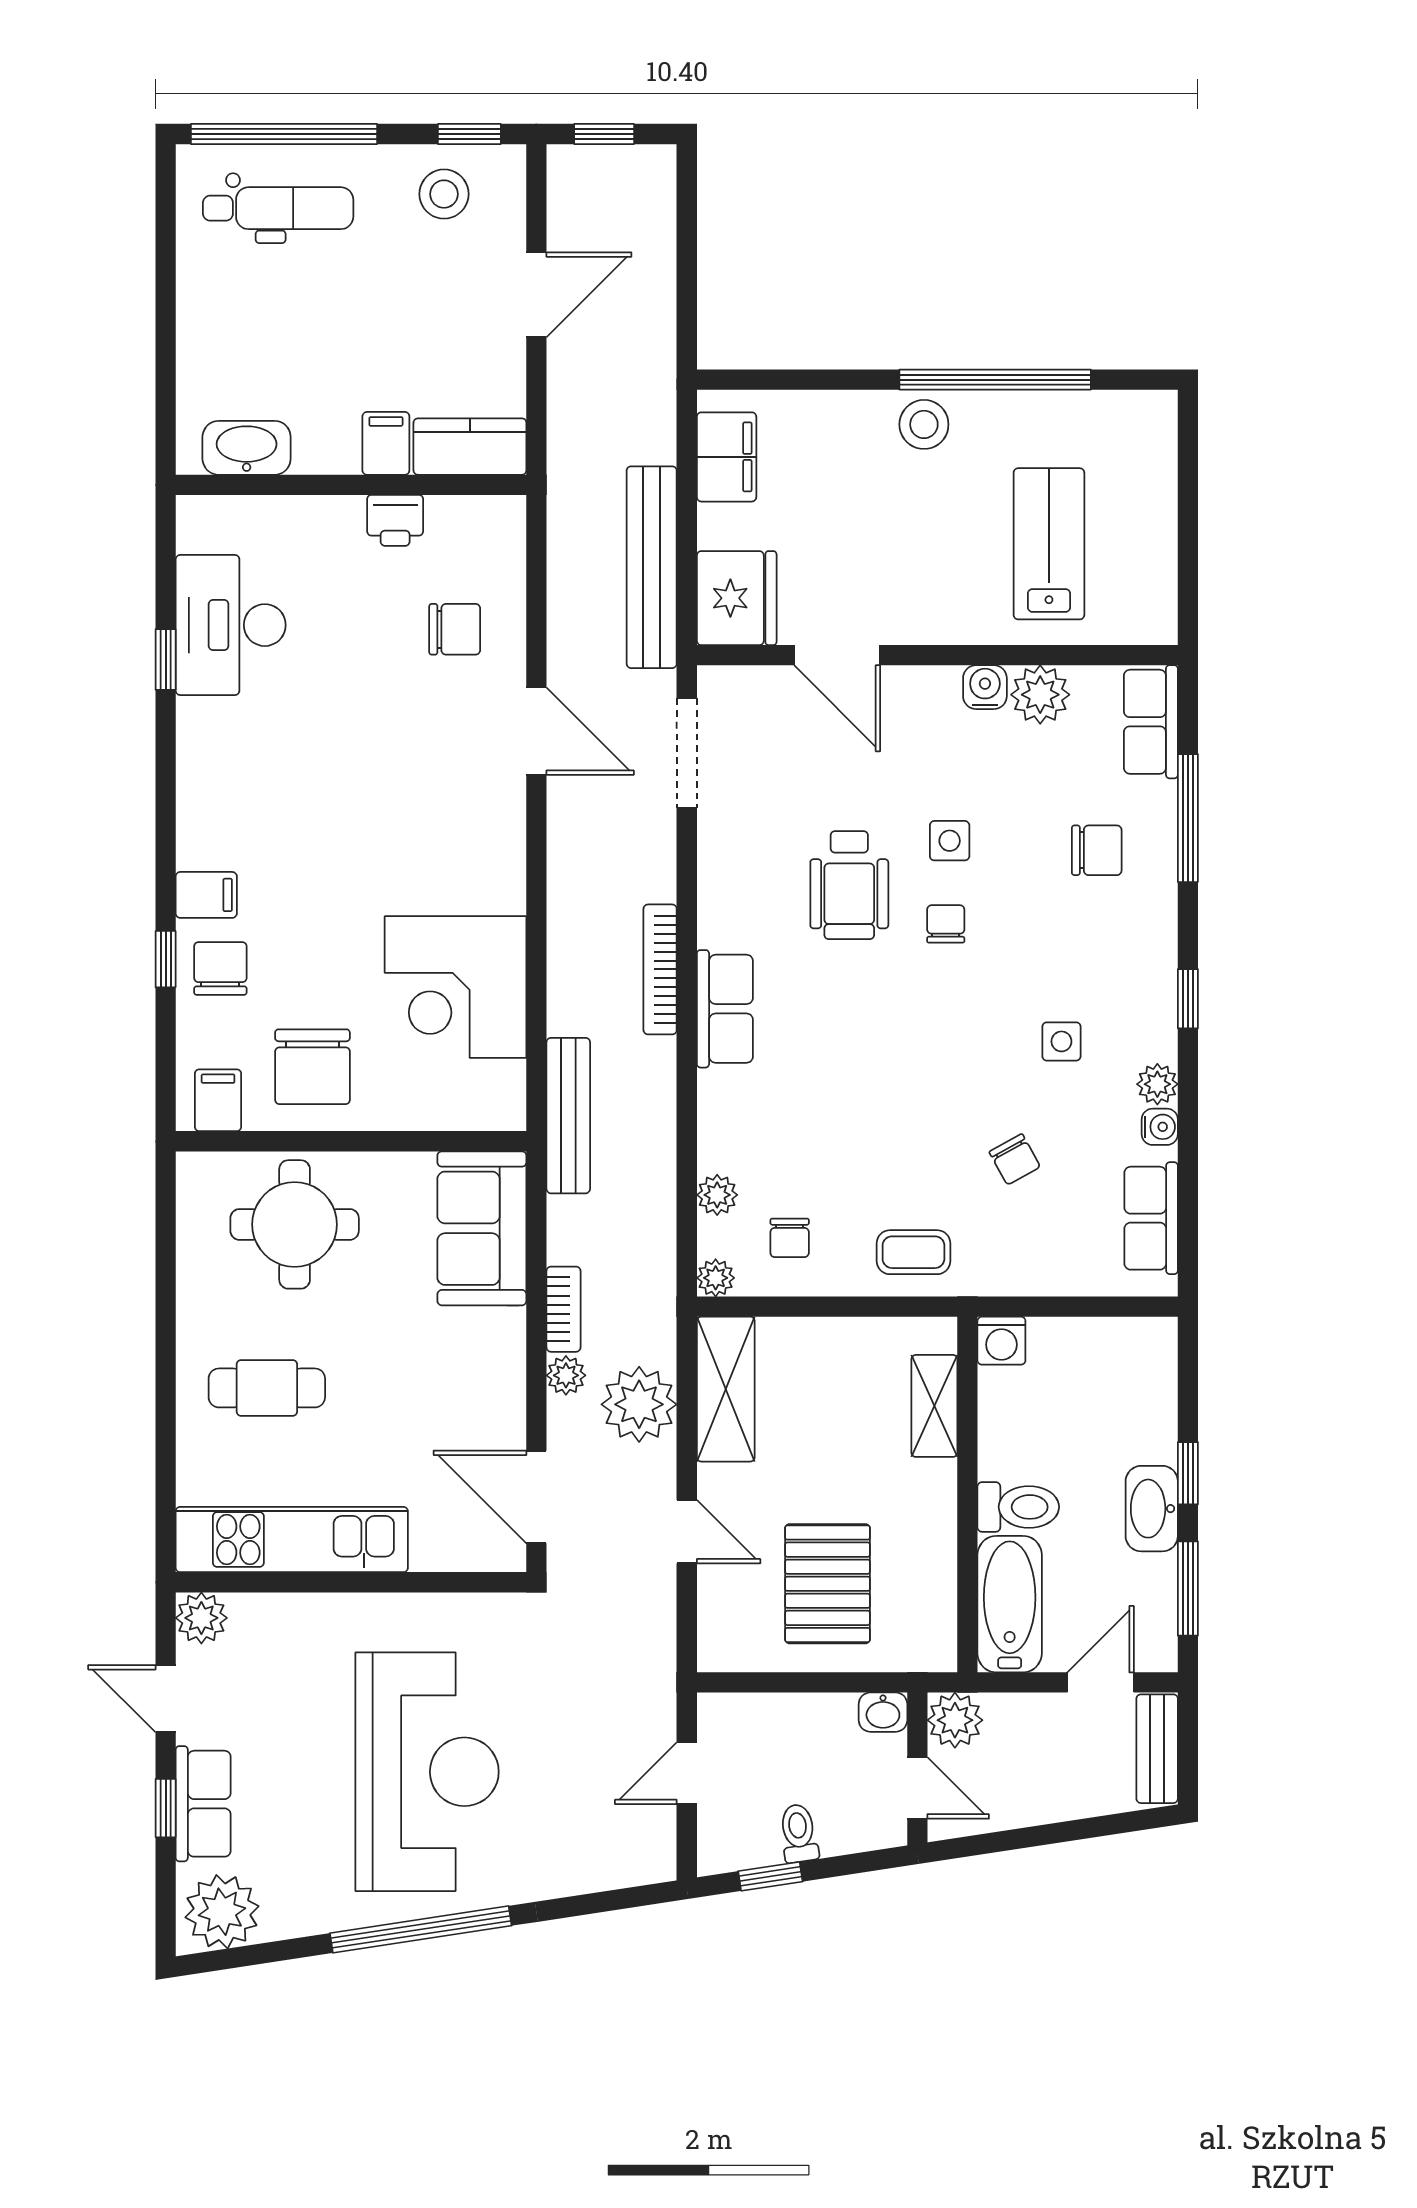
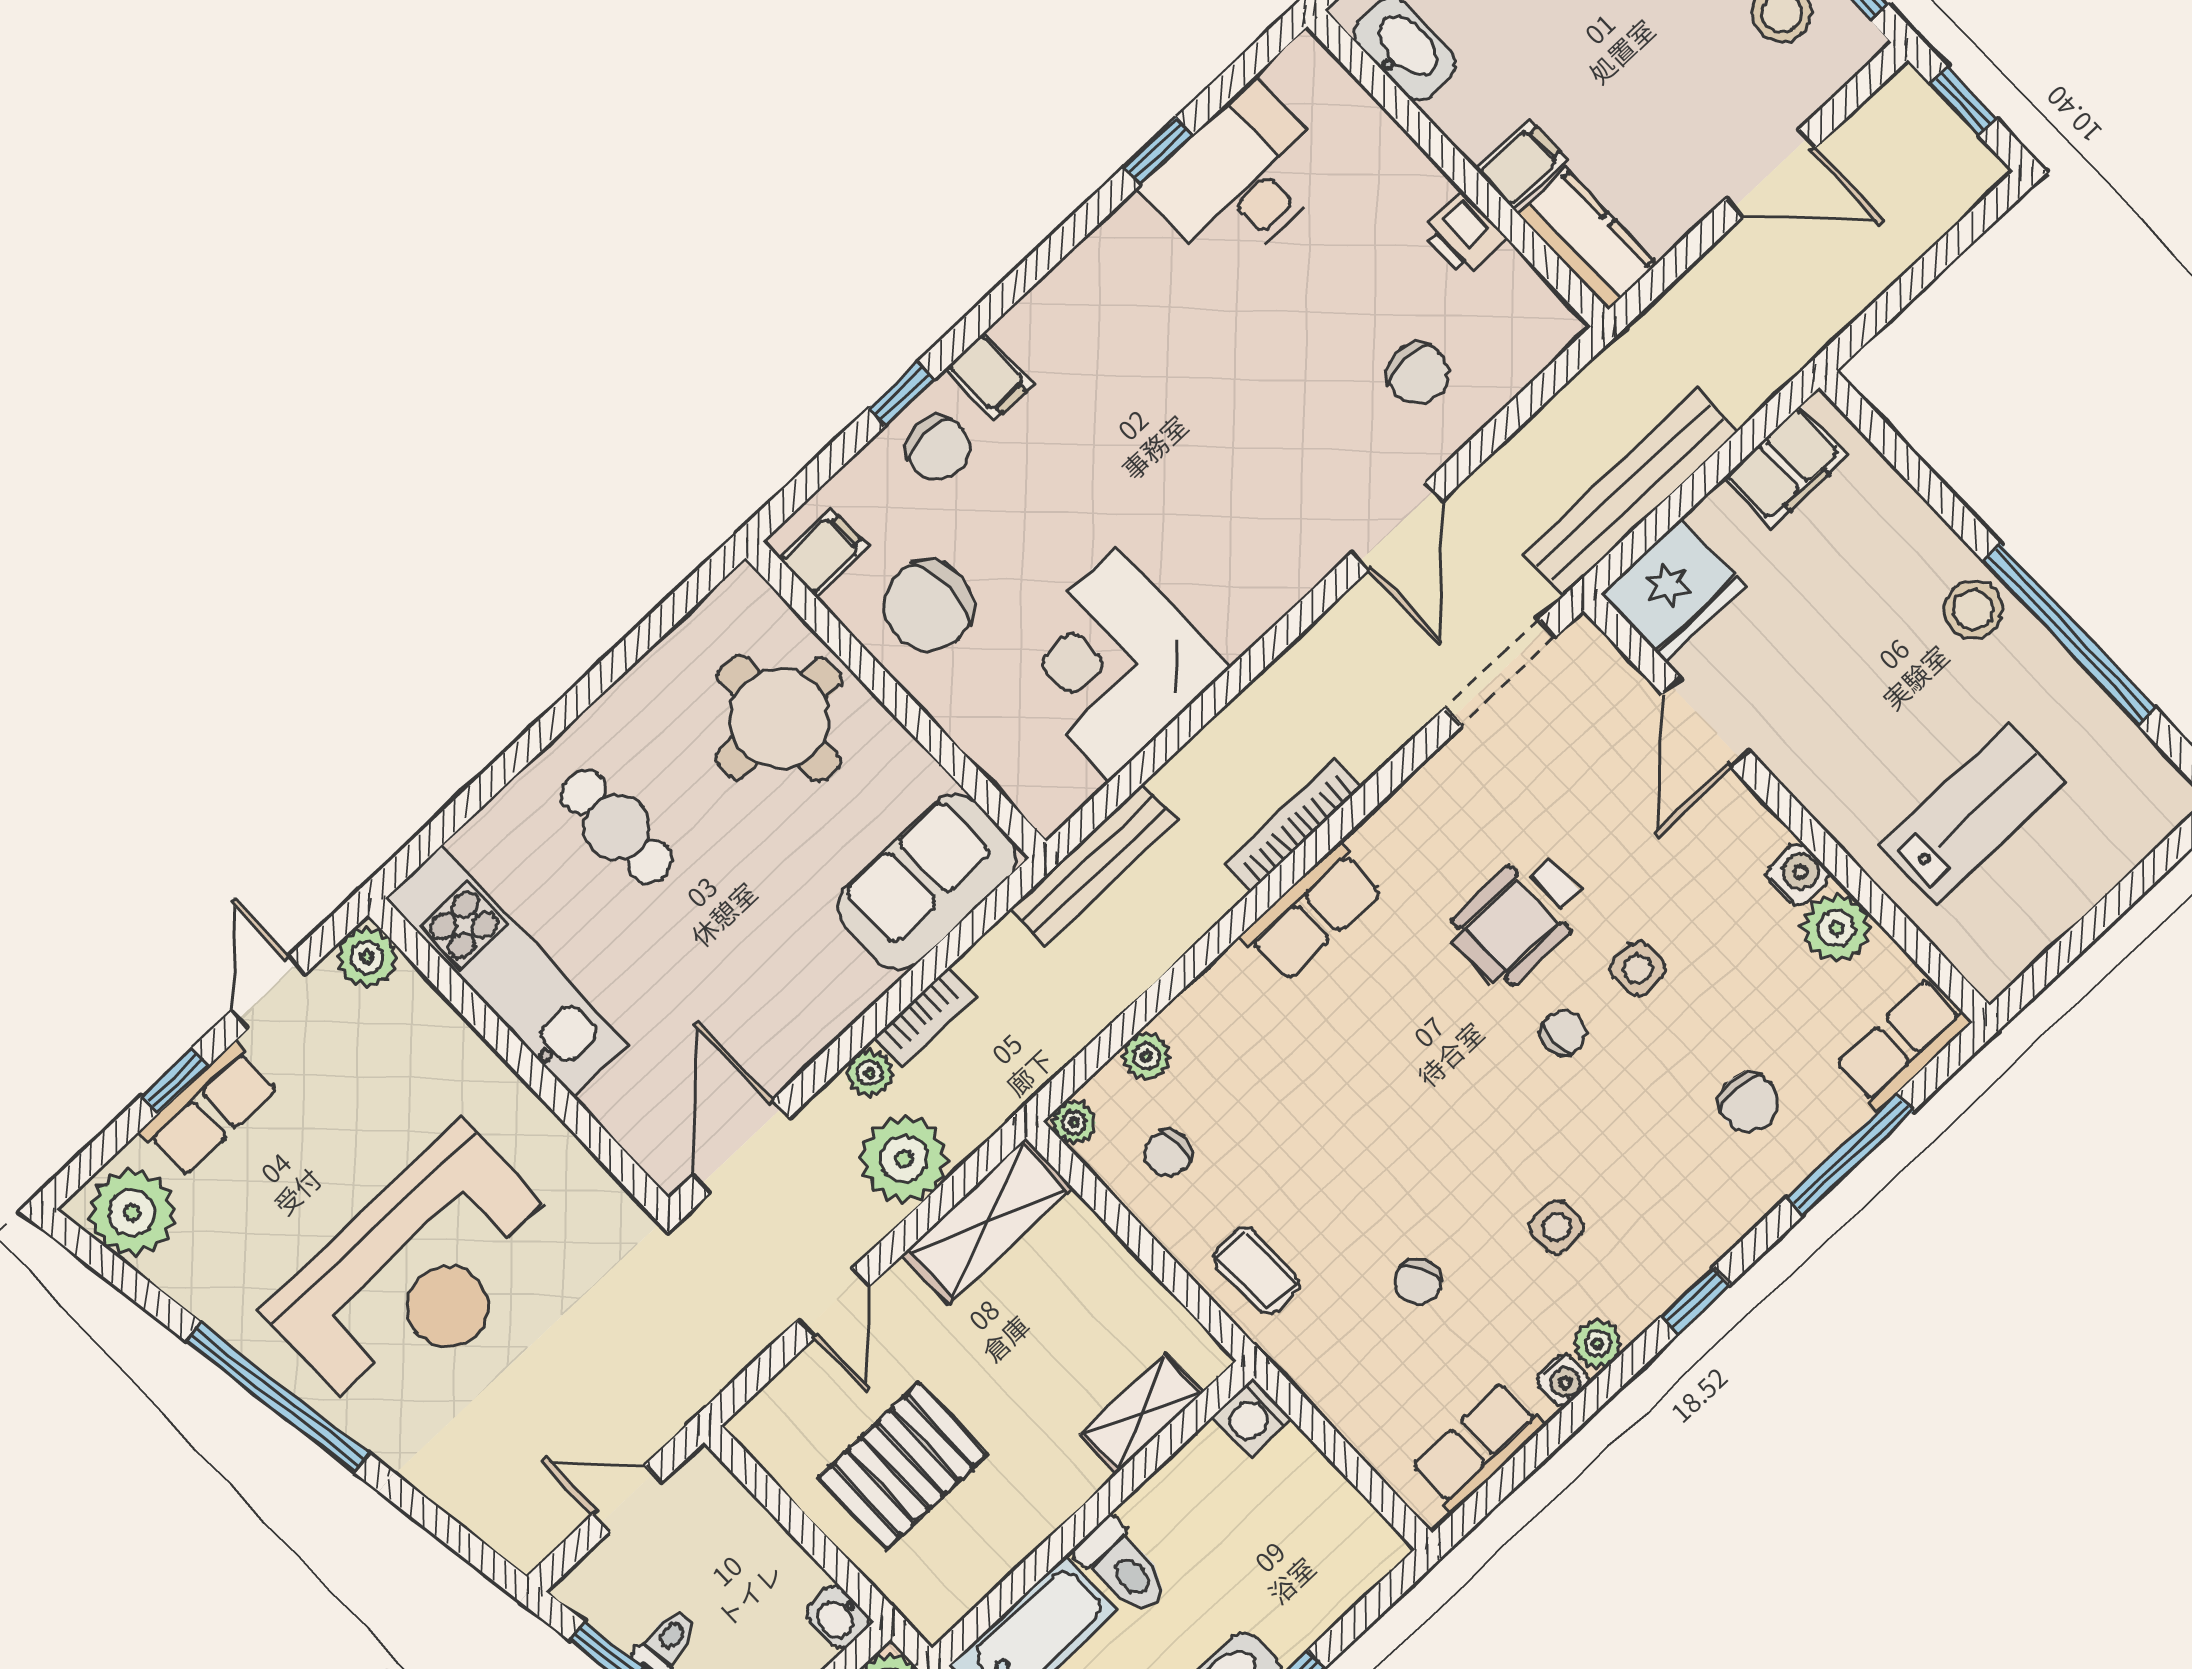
chair: (220, 968) -> (938, 448), turned 90

